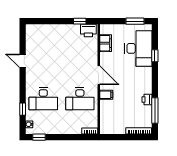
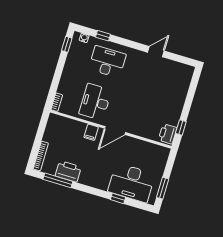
filing cabinet: (106, 43) -> (148, 149), removed
desk: (43, 99) -> (107, 62), turned 90
printer: (147, 100) -> (68, 171), width x1.87, depth x1.48

